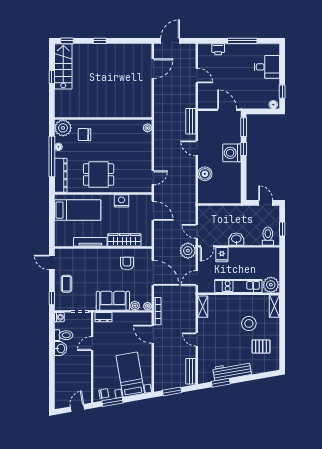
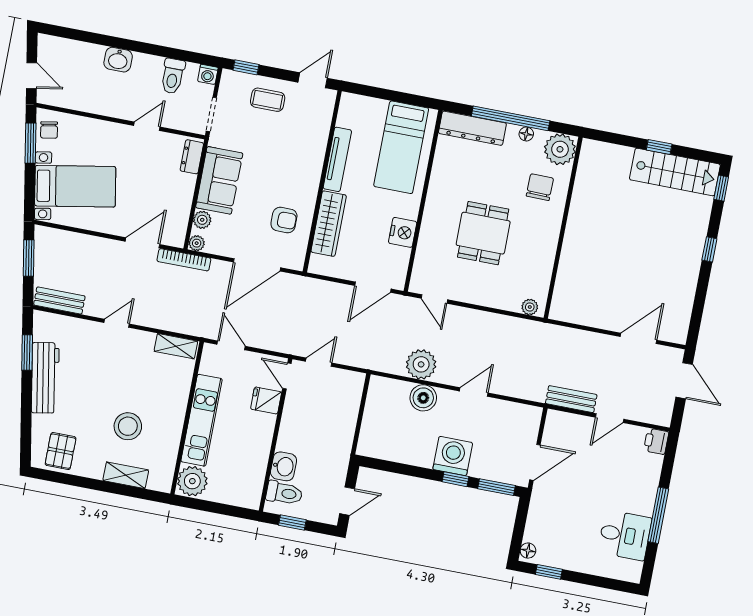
printer: (218, 49) -> (656, 441), moved
desk: (267, 67) -> (625, 535), moved, turned -90
door: (153, 69) -> (639, 338), swing flipped
bench: (191, 121) -> (571, 399), moved
dining table: (99, 175) -> (483, 233), moved
washbasin: (236, 239) -> (284, 466), moved
plant: (188, 251) -> (421, 364), moved
shelving: (274, 306) -> (126, 475), moved
door: (92, 343) -> (147, 126), hinge flipped
pallet: (261, 346) -> (61, 451), moved
washbasin: (61, 349) -> (118, 60), moved

